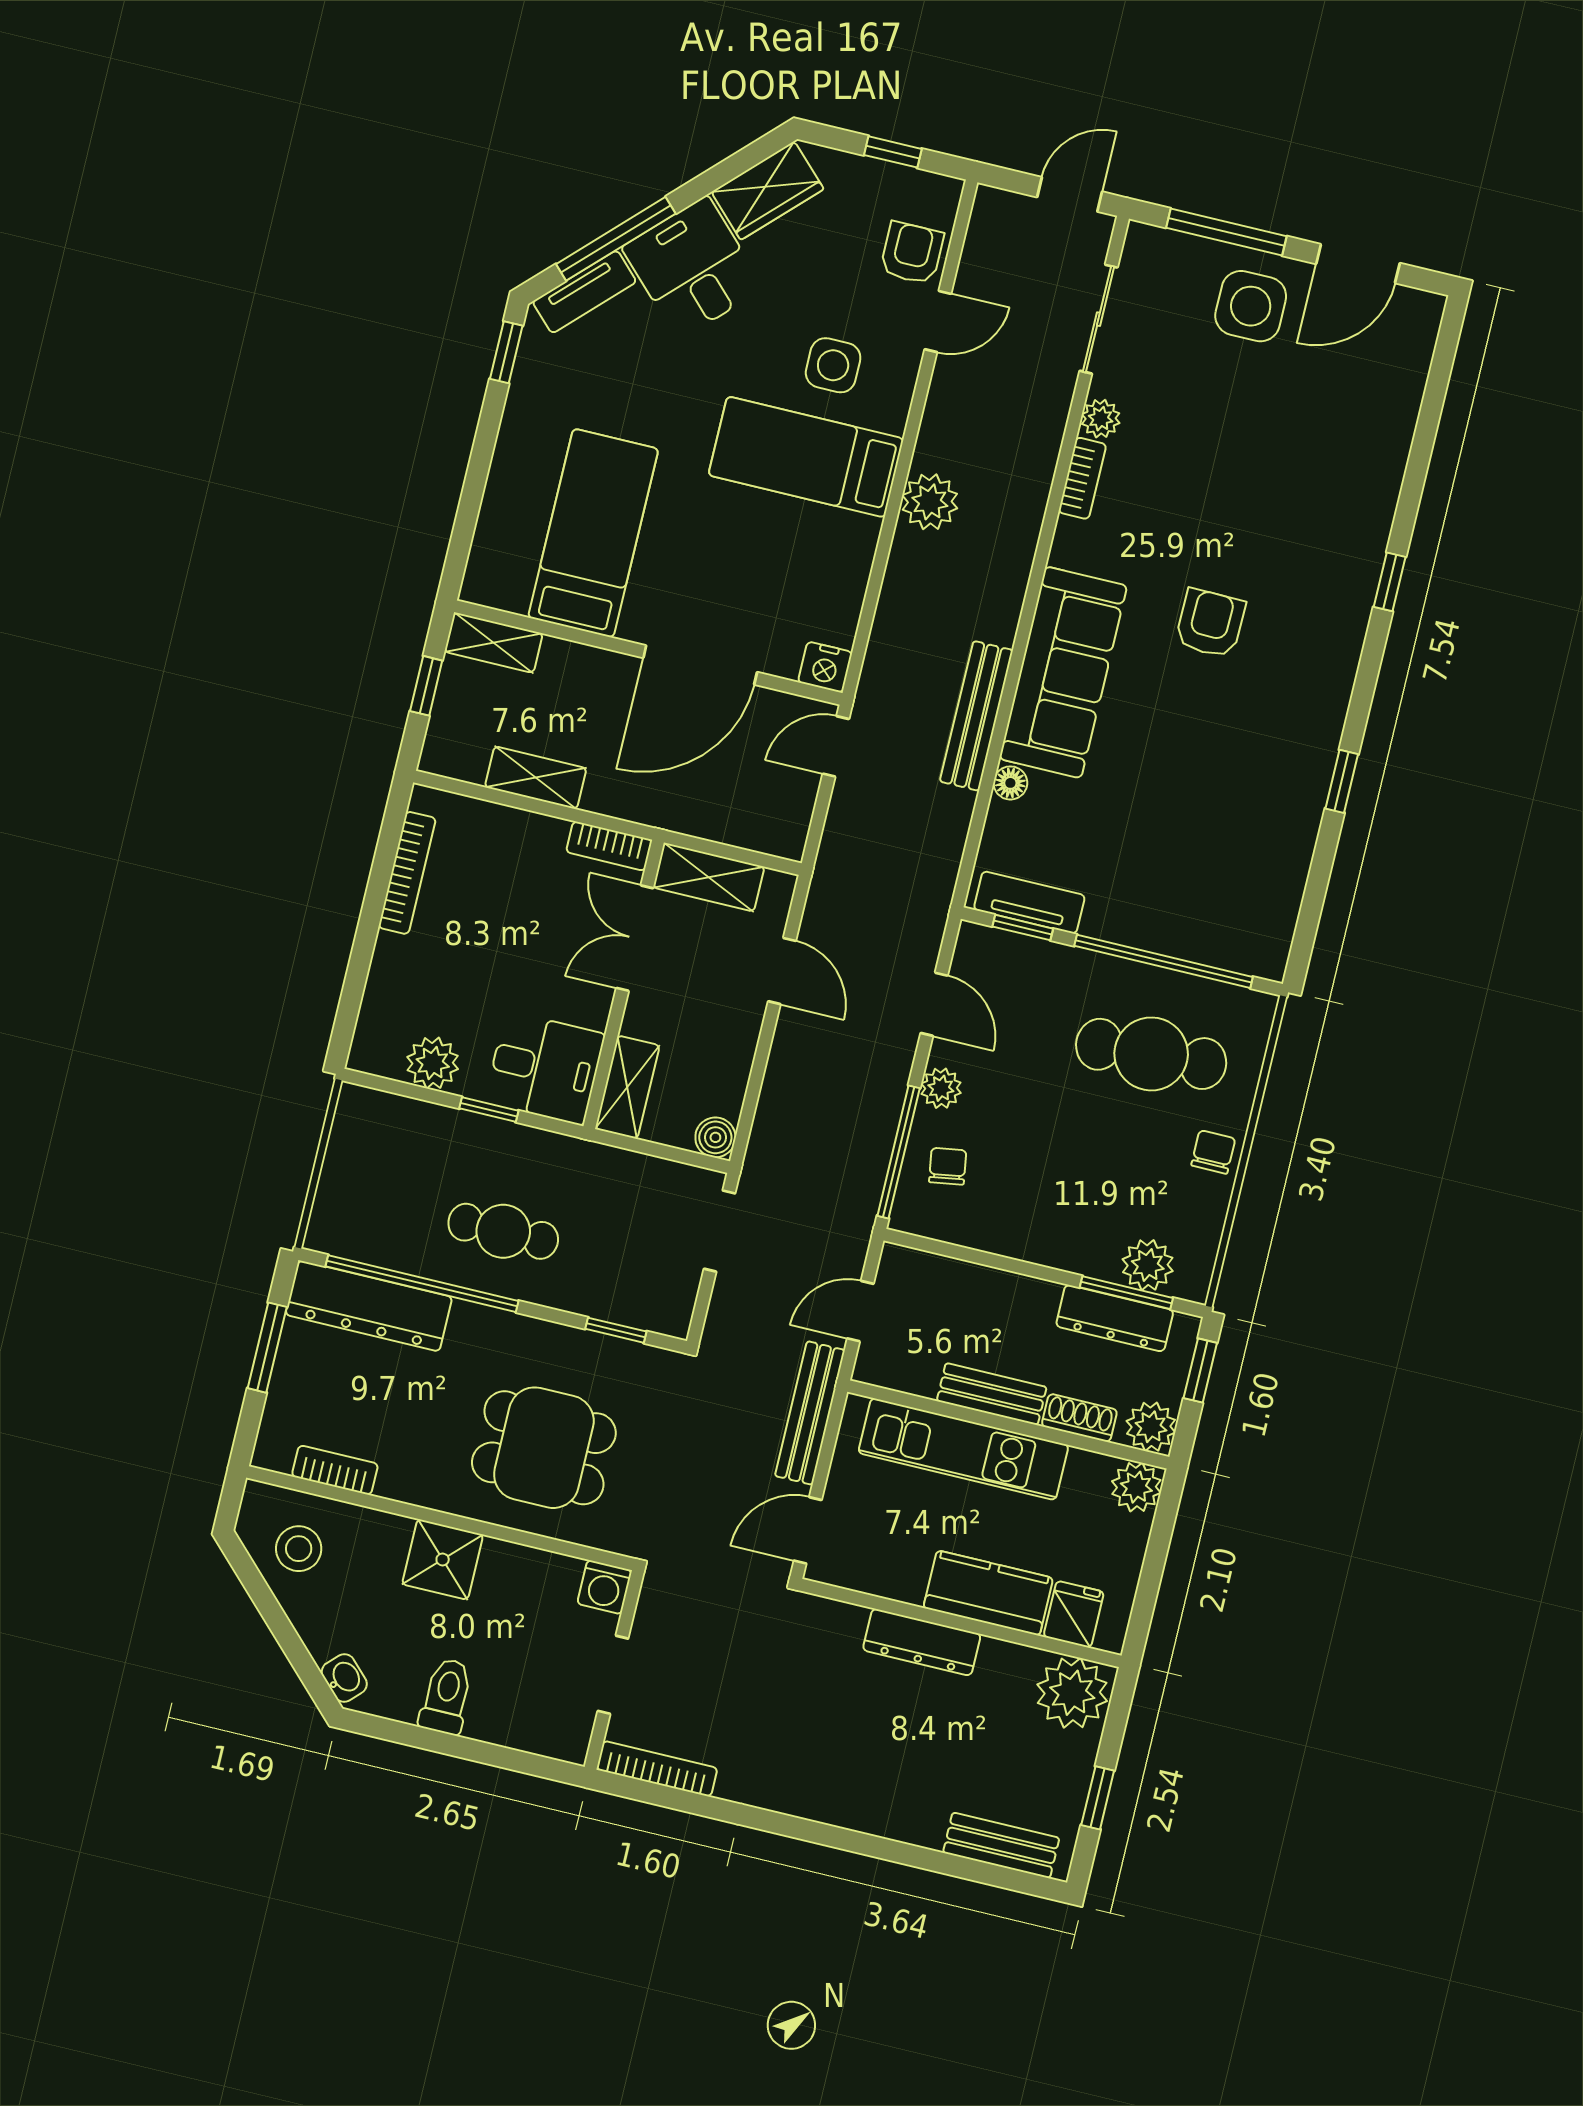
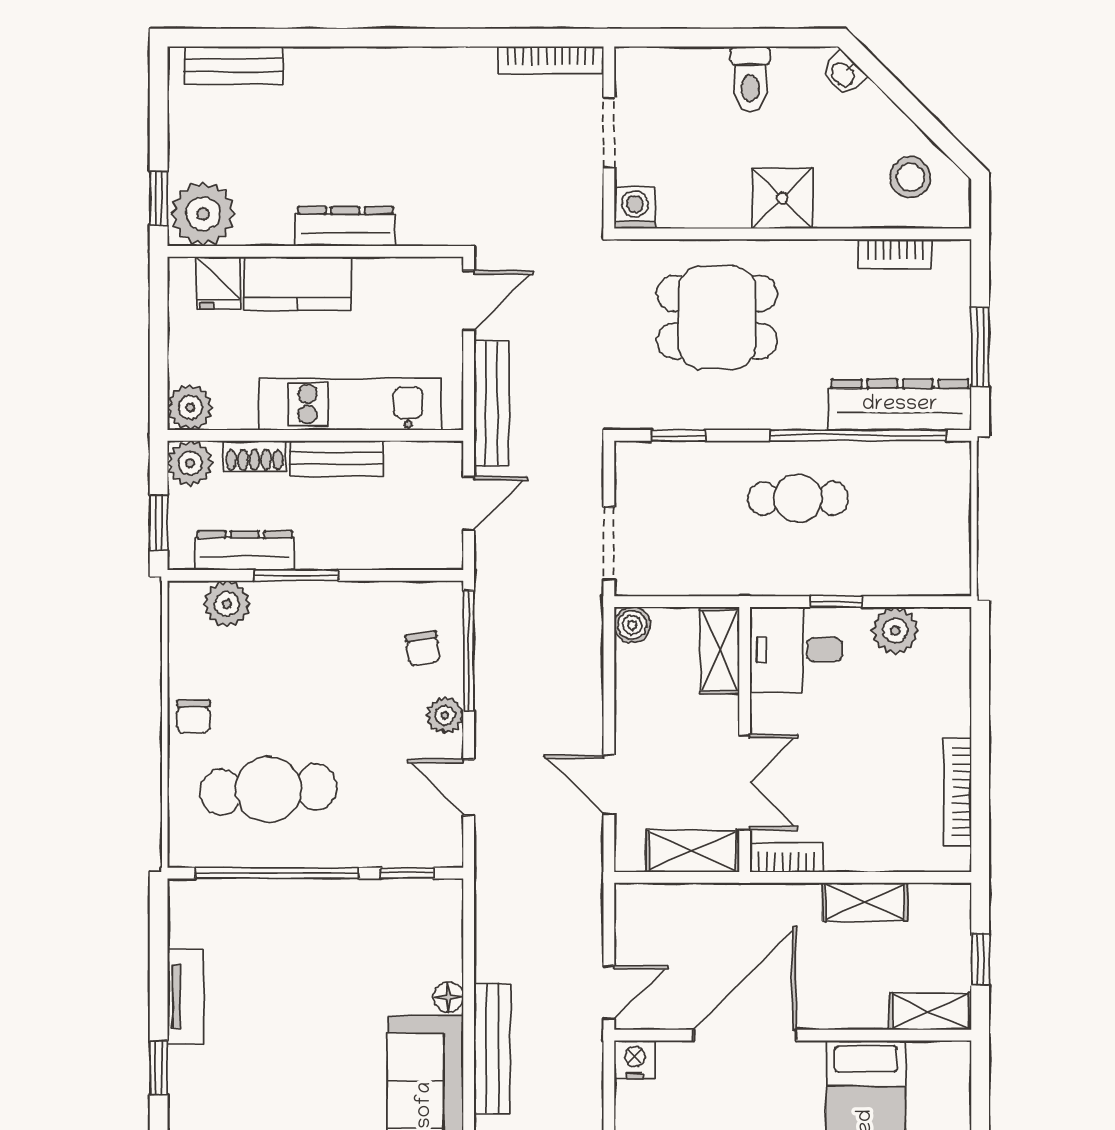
tv unit: (1029, 902) -> (186, 997), moved, turned -90
window: (1126, 1293) -> (296, 575), moved
window: (1098, 1798) -> (159, 198), moved

